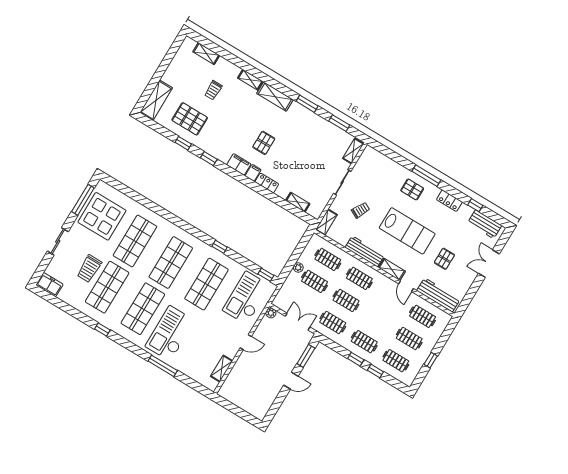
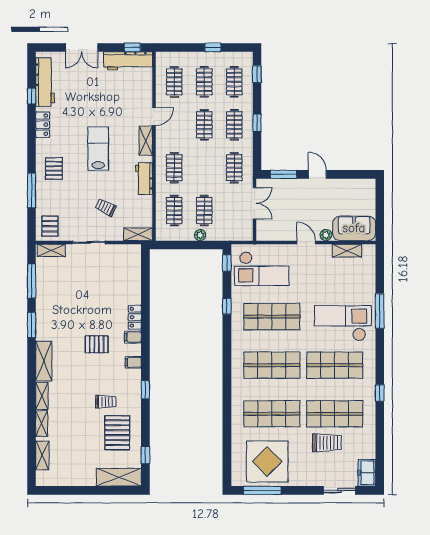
trolley: (213, 90) -> (106, 402), moved
window: (339, 123) -> (32, 281), width x1.44
window: (183, 143) -> (145, 455), moved
filing cabinet: (239, 164) -> (133, 362), width x0.50
window: (426, 176) -> (32, 191), moved
shelving: (298, 202) -> (42, 424), moved
workbench: (485, 224) -> (45, 82), width x1.38
lab bench: (407, 231) -> (98, 149), width x0.73, depth x0.72
sliding door: (58, 241) -> (340, 490), moved
window: (220, 247) -> (227, 306), moved
workbench: (365, 251) -> (144, 179), width x0.73
pallet: (444, 259) -> (50, 226), moved, turned 90
workbench: (438, 295) -> (128, 61), moved, turned -90
clothes rail: (346, 300) -> (204, 125), moved
window: (466, 301) -> (132, 47), added
plant: (271, 313) -> (326, 235), moved
double door: (298, 322) -> (254, 203), swing flipped
checkout: (170, 333) -> (343, 323), turned 180
window: (375, 371) -> (257, 74), moved
sofa: (235, 384) -> (354, 228), added

